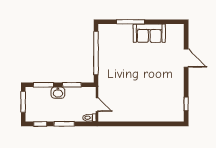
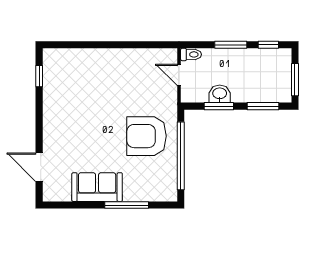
door: (186, 58) -> (39, 167), moved
armchair: (118, 66) -> (147, 136), added
washbasin: (58, 93) -> (220, 94), moved

